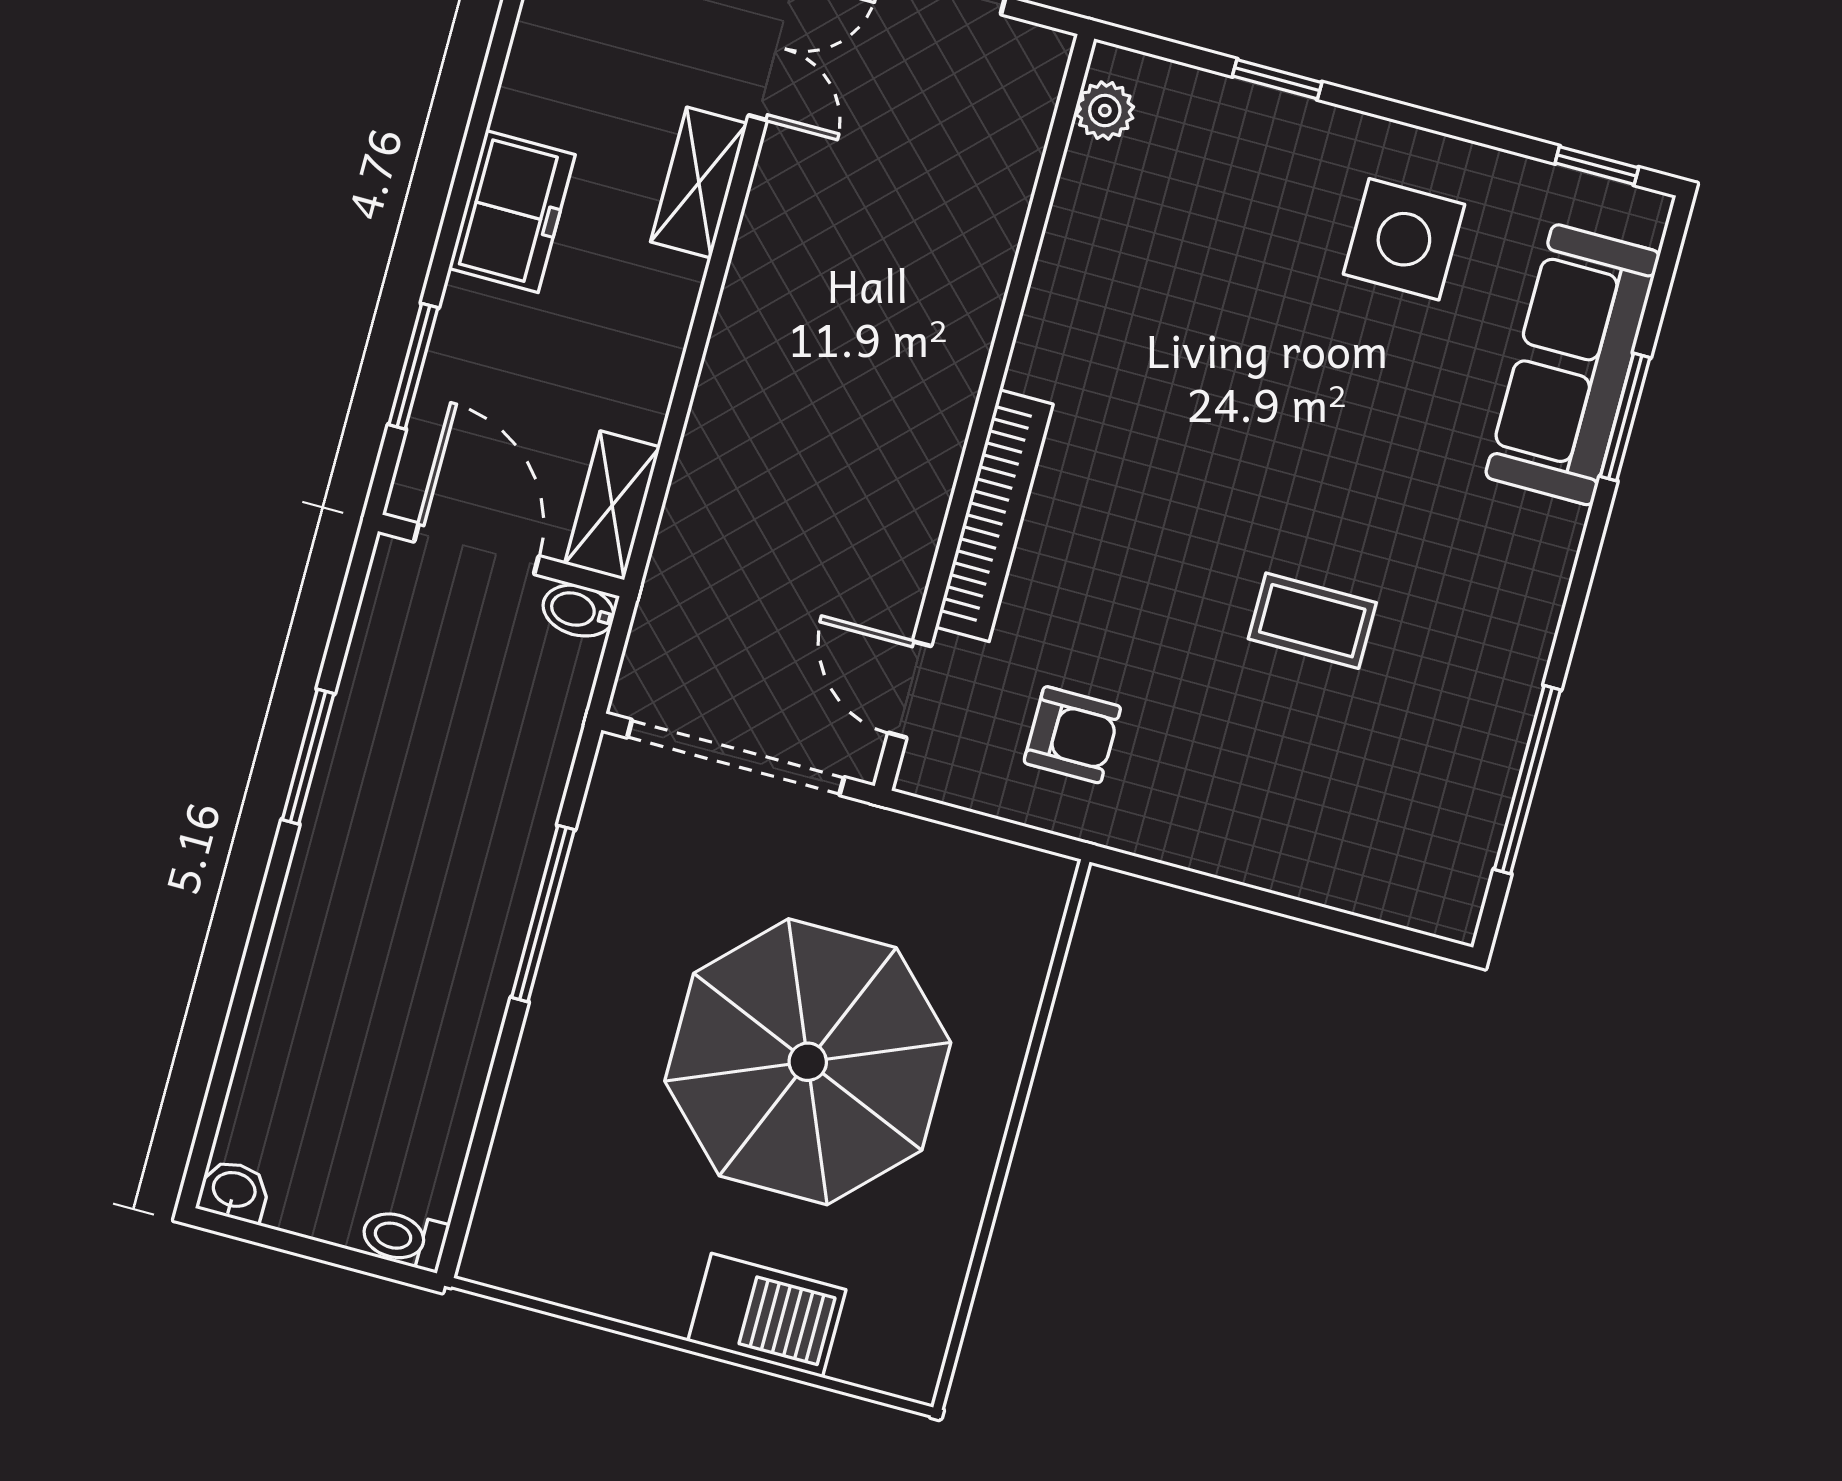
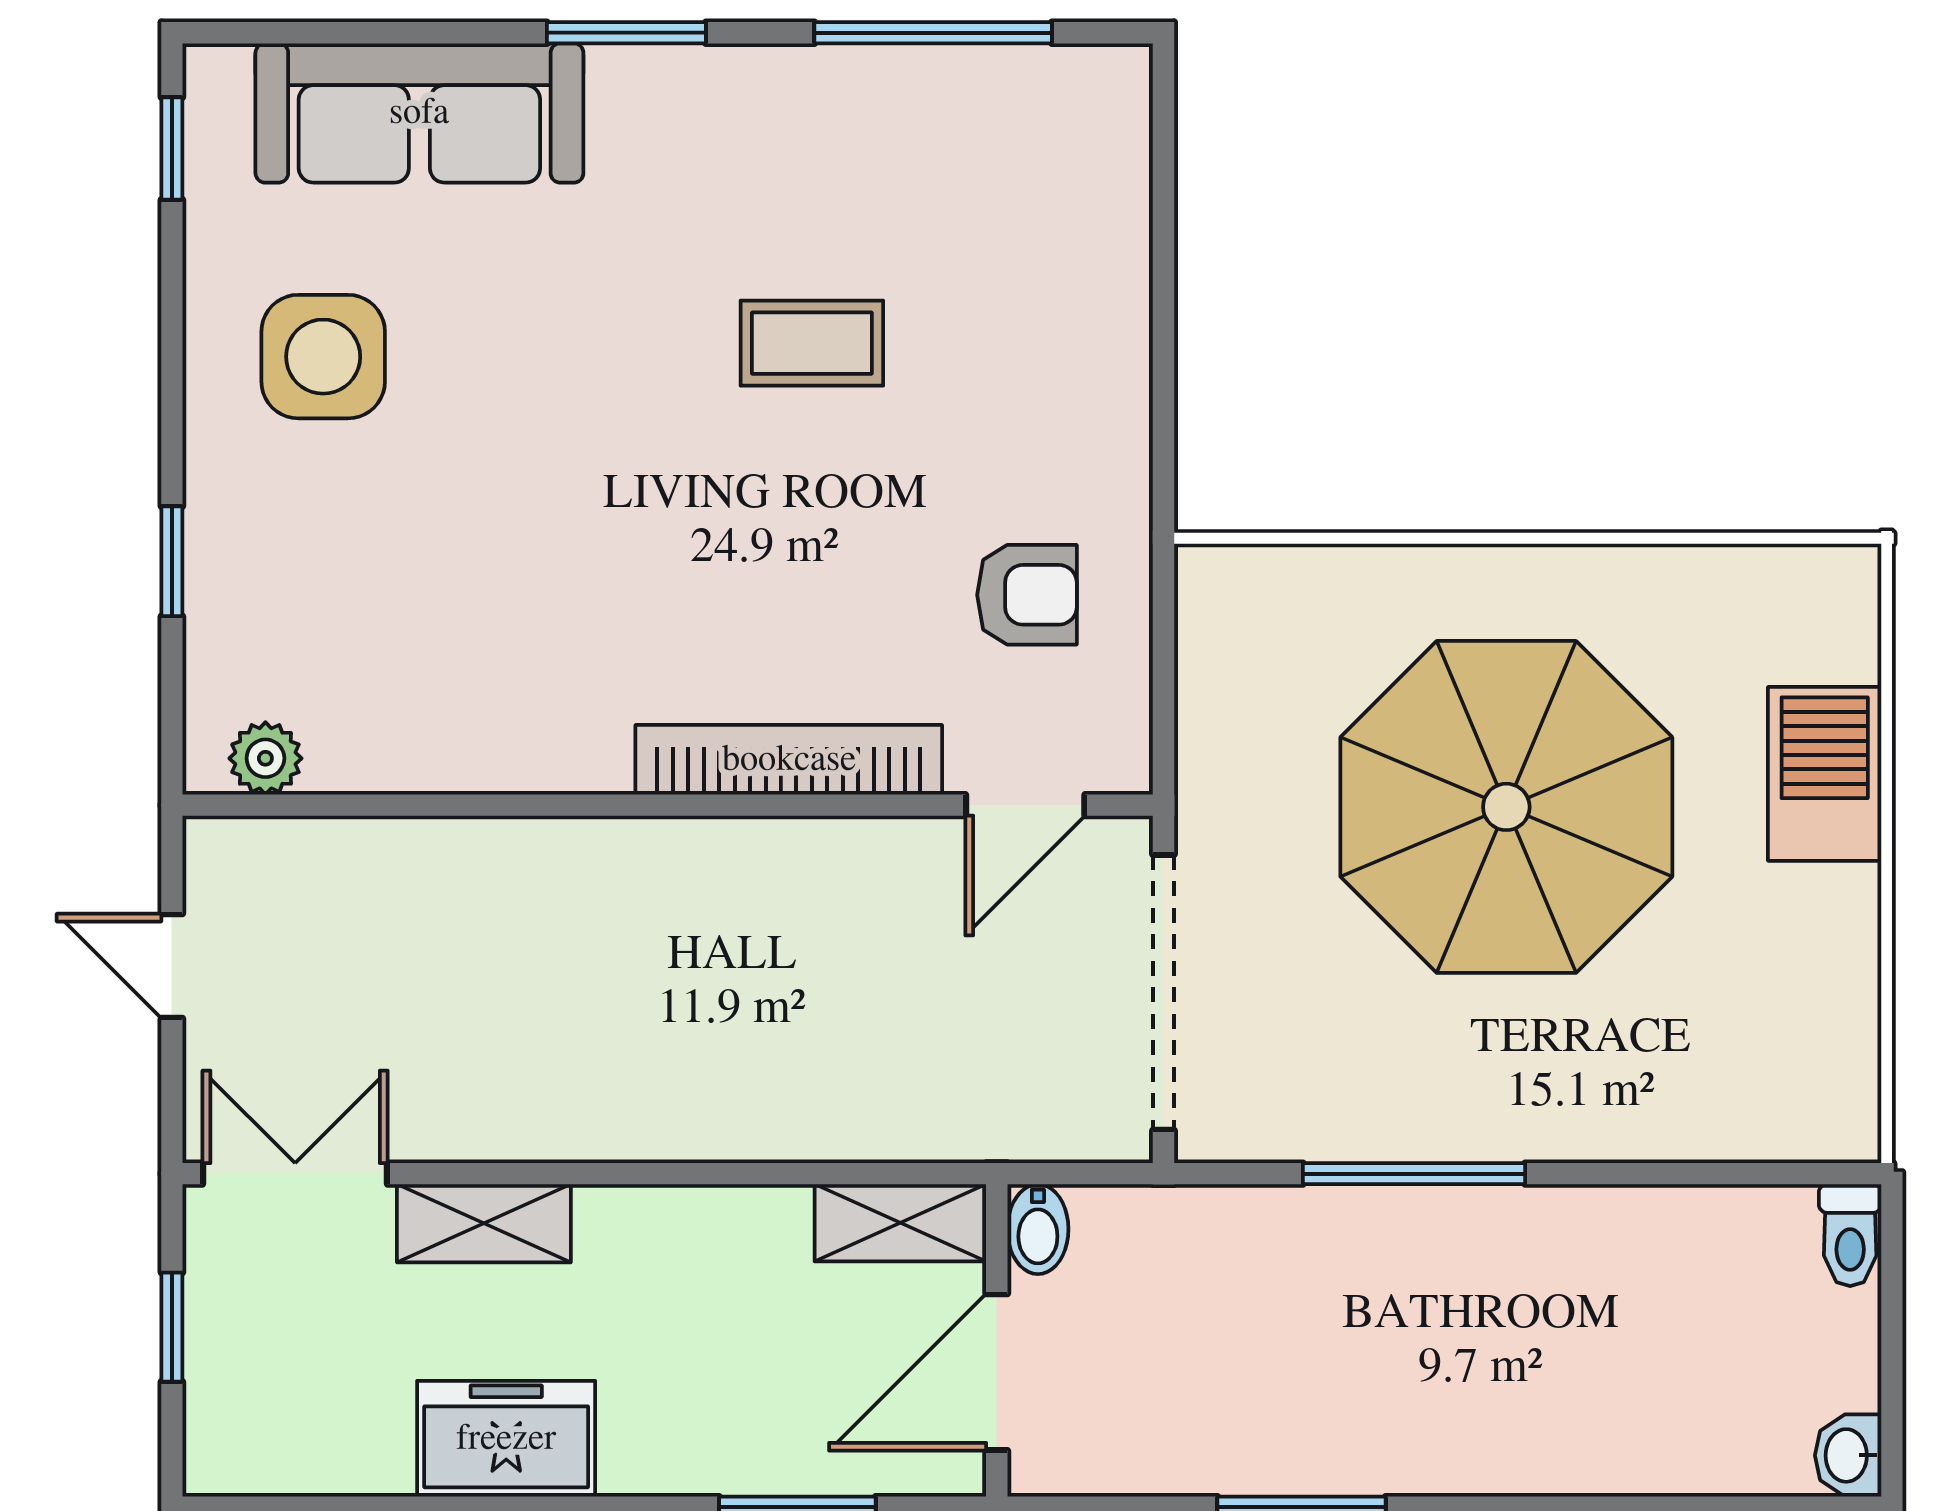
freezer: (512, 212) -> (506, 1439), moved
window: (1625, 417) -> (626, 33), moved
coffee table: (1312, 621) -> (812, 343), turned 90
armchair: (1072, 735) -> (1027, 595), turned 90

